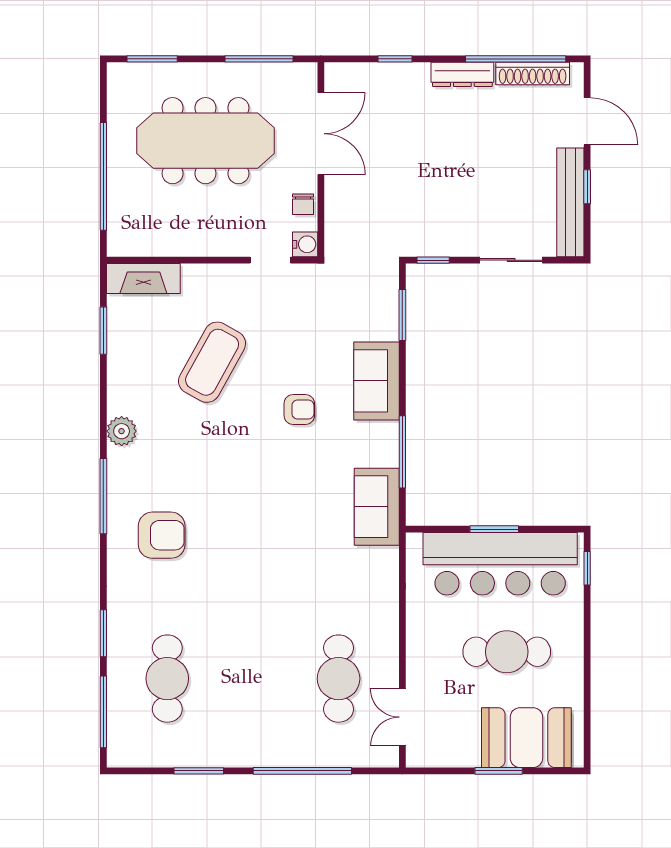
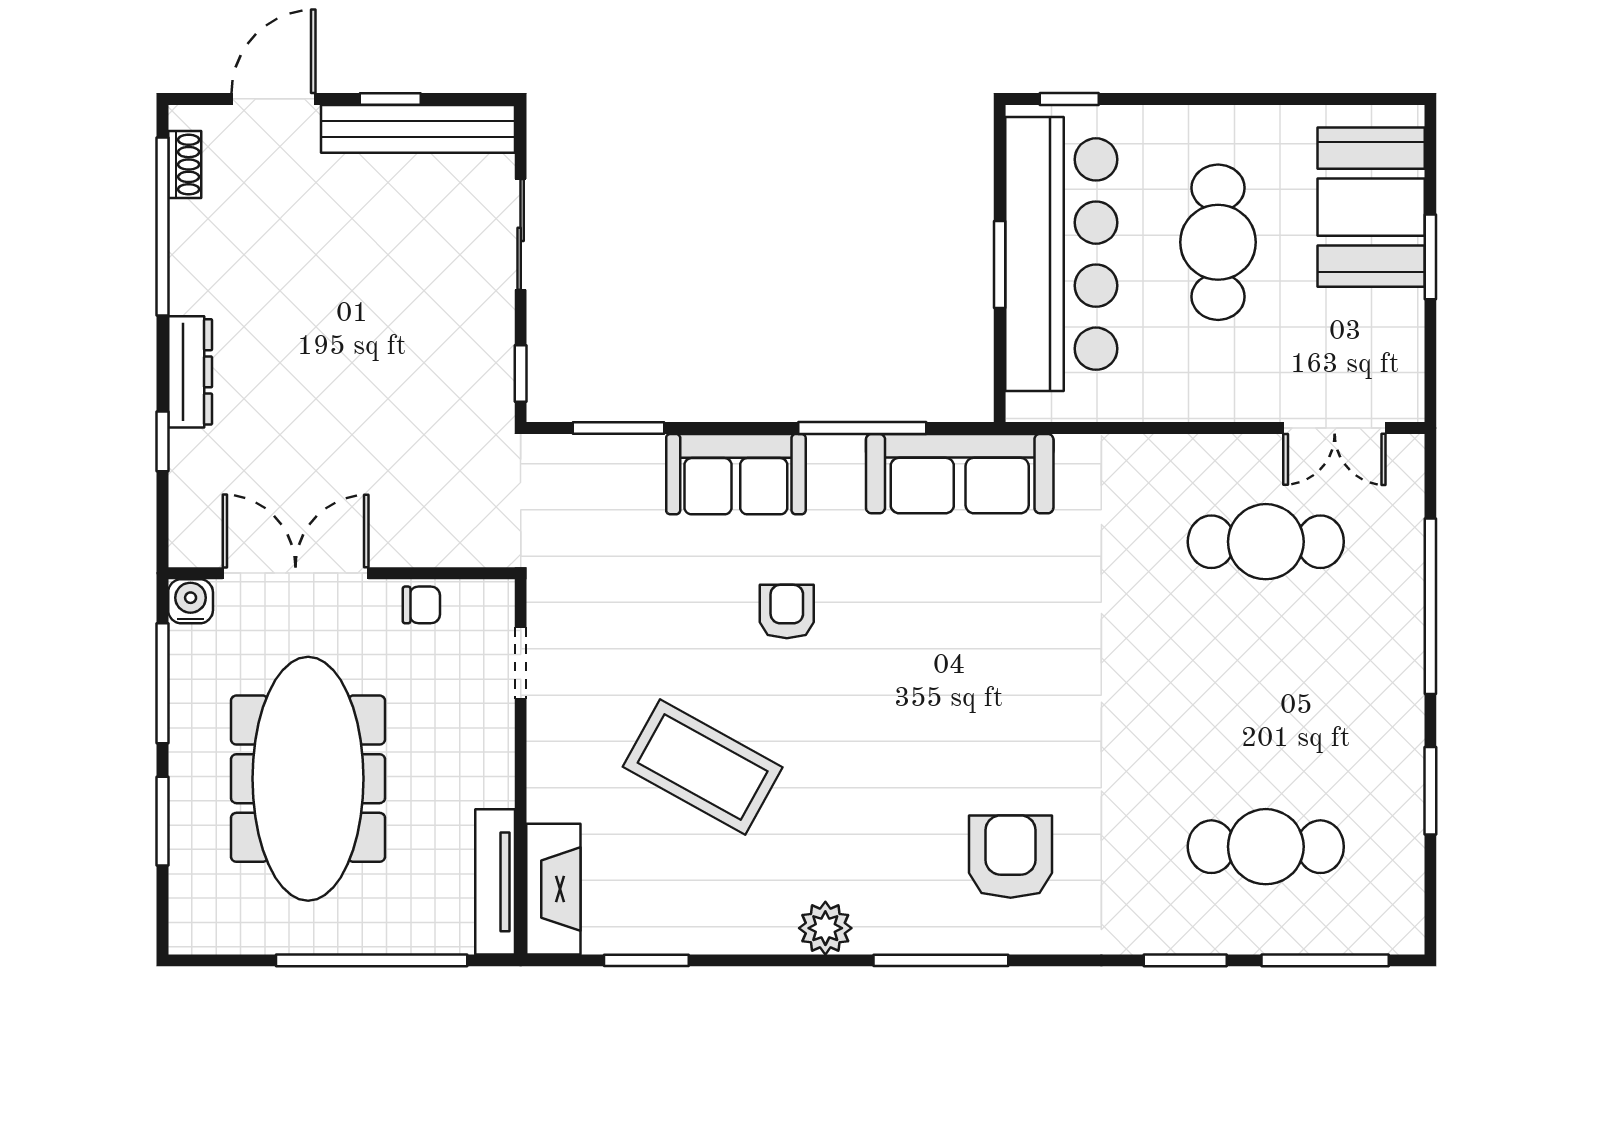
window: (152, 59) -> (163, 821), moved
dresser: (462, 74) -> (190, 372), moved
shoe rack: (533, 74) -> (185, 164), width x0.51, depth x0.81
water cooler: (305, 244) -> (191, 601), moved
tv unit: (148, 246) -> (495, 882), added
sofa: (377, 507) -> (960, 474), width x1.36

